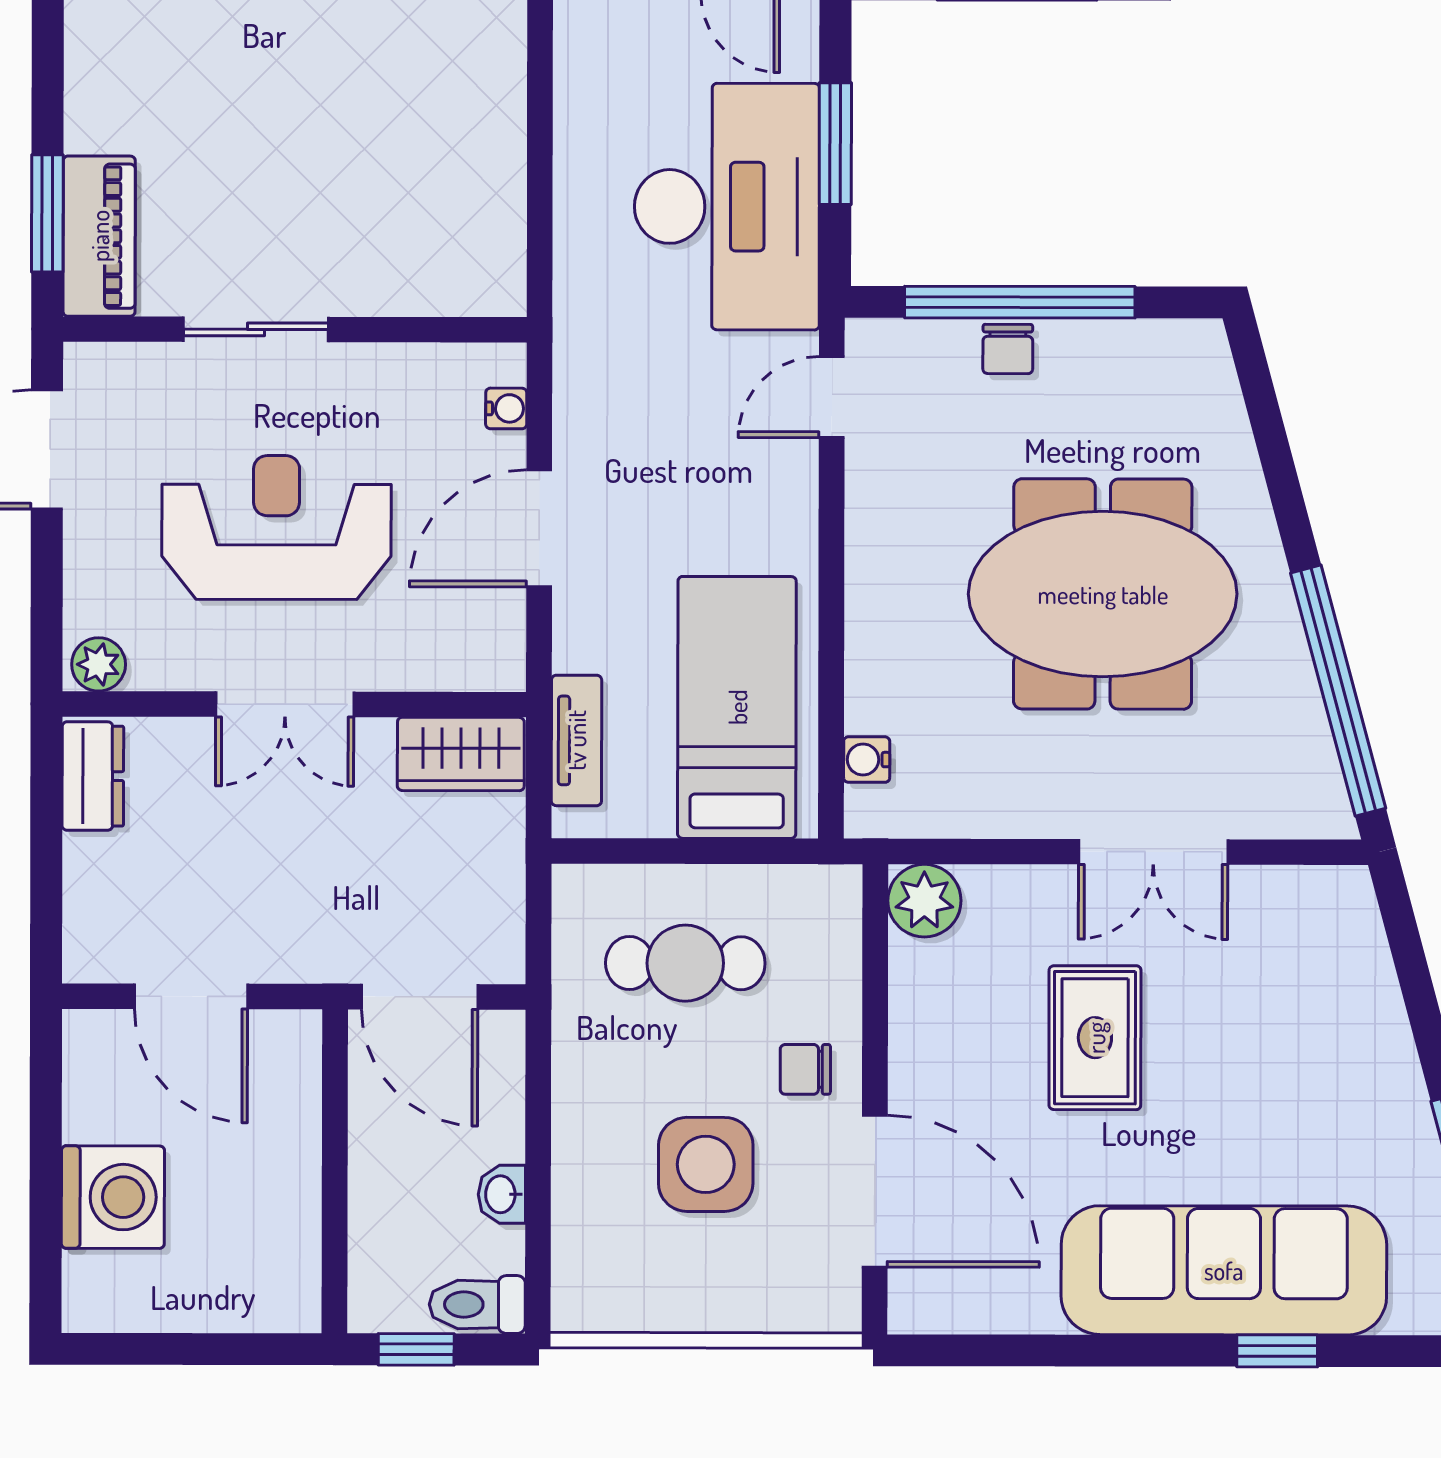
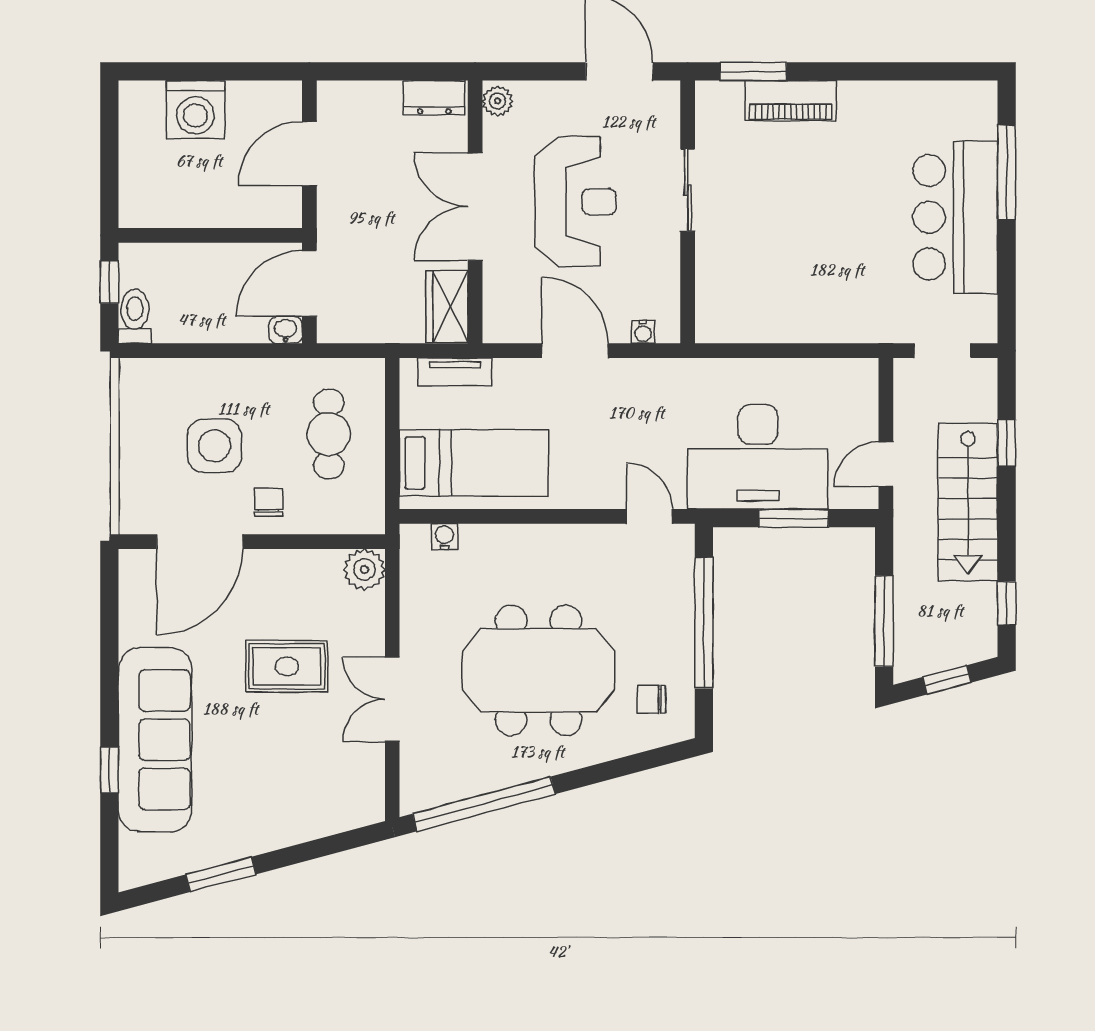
piano: (99, 236) -> (791, 101), moved
chair: (1008, 349) -> (651, 699), moved
meeting table: (1103, 594) -> (538, 670), turned 90
double door: (285, 704) -> (475, 207), width x1.37
washbasin: (502, 1194) -> (286, 330), moved

